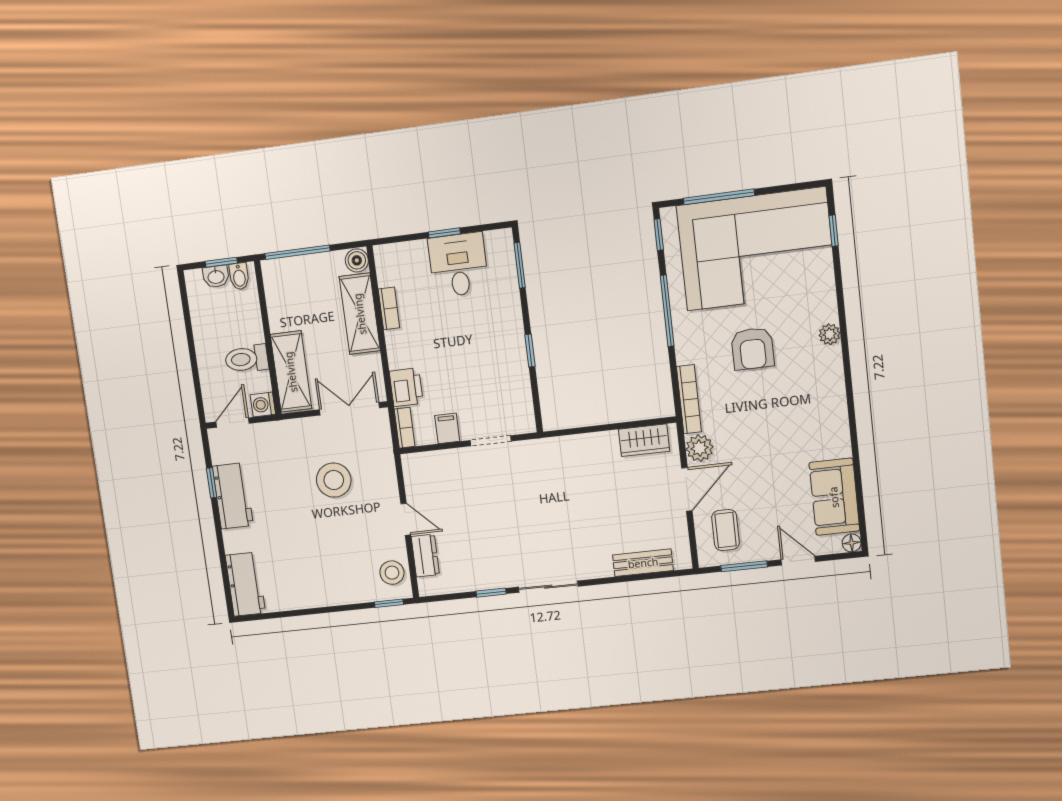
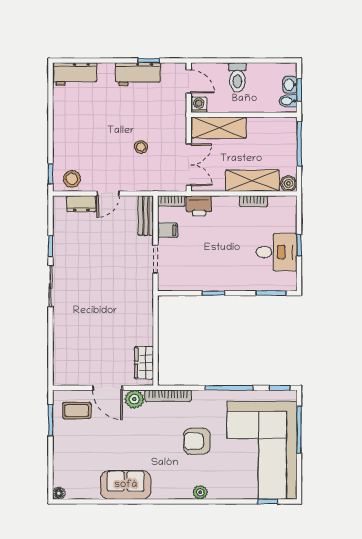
toilet: (247, 359) -> (237, 77), moved, turned 180
stool: (334, 480) -> (141, 147), width x0.53, depth x0.53
sofa: (834, 497) -> (126, 485), moved
door: (798, 561) -> (51, 457), removed
bench: (643, 563) -> (146, 216), moved

